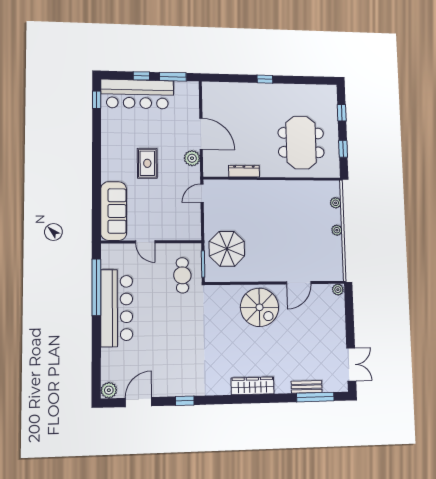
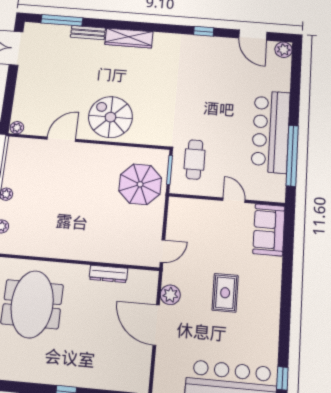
sofa: (114, 211) -> (269, 230), width x0.73
bench: (307, 387) -> (88, 33), moved
door: (138, 402) -> (253, 35), hinge flipped

